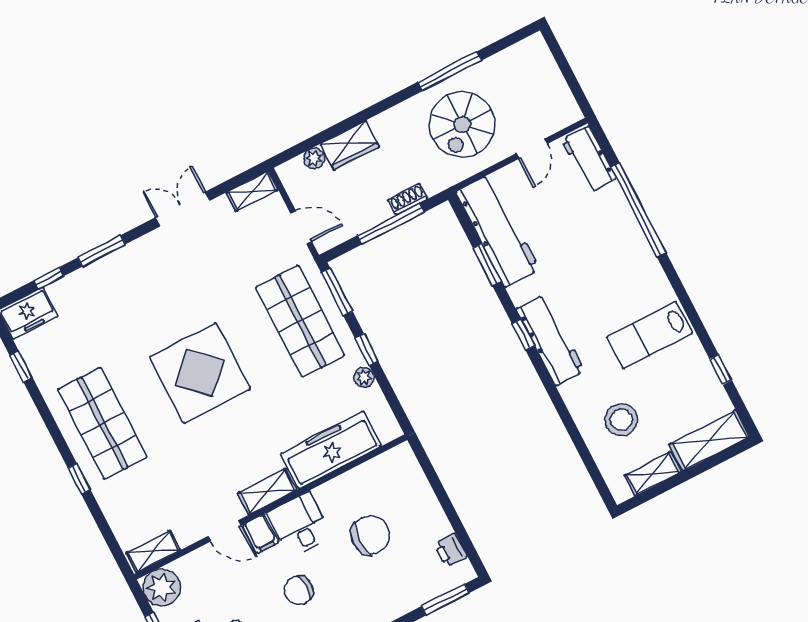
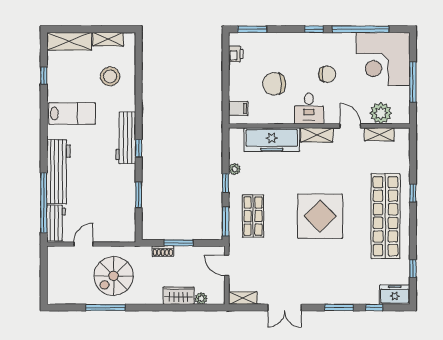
spiral stairs: (462, 125) -> (114, 276), turned 180
window: (638, 210) -> (44, 203), moved
window: (391, 224) -> (179, 243), width x0.69
workbench: (498, 231) -> (58, 172), moved, turned 180
shop shelf: (300, 321) -> (253, 216), width x0.70, depth x0.74
shop shelf: (102, 423) -> (385, 216), width x1.40
filing cabinet: (261, 534) -> (238, 108), moved, turned 90
shelving: (153, 552) -> (379, 134), moved
plant: (162, 587) -> (381, 113), moved

